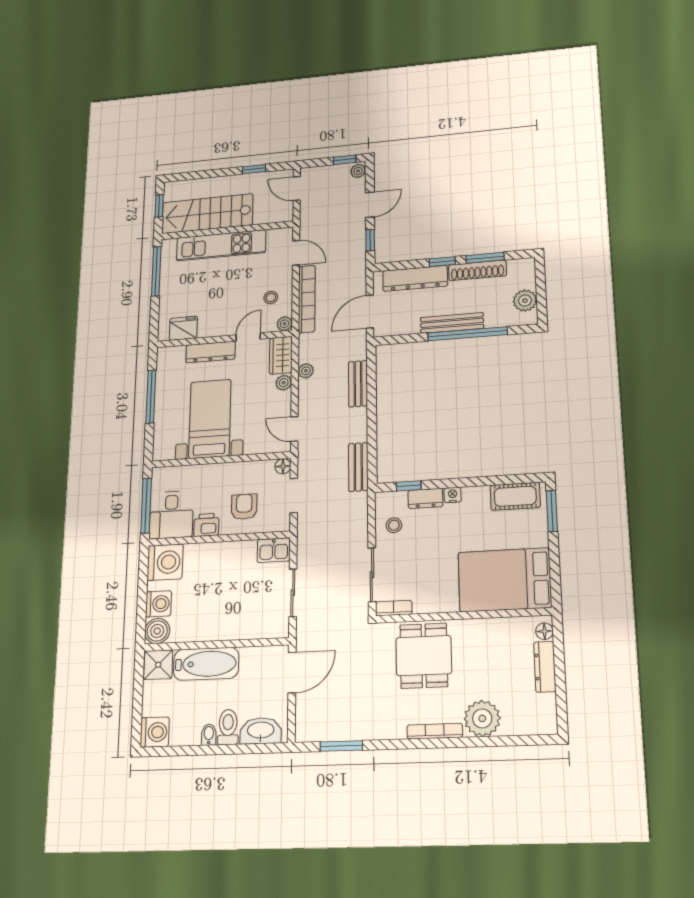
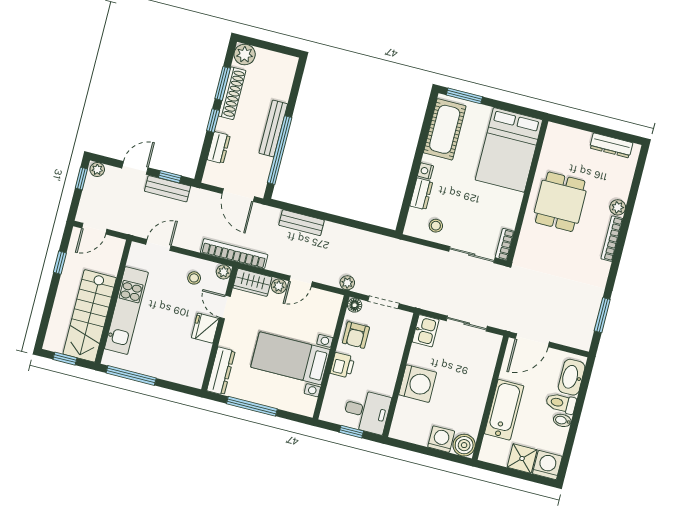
door: (370, 205) -> (135, 168), hinge flipped
dresser: (415, 278) -> (219, 148), width x0.51, depth x0.80
bookcase: (307, 299) -> (234, 254), moved
plant: (525, 301) -> (245, 55), moved
fridge: (183, 328) -> (205, 328), moved
window: (467, 334) -> (280, 150), moved
dresser: (211, 352) -> (221, 371), moved
plant: (306, 371) -> (347, 283), moved
door: (294, 429) -> (301, 281), moved
bench: (358, 467) -> (168, 189), moved
window: (409, 486) -> (406, 205), removed
cot: (515, 496) -> (445, 129), width x1.37, depth x1.34
window: (146, 506) -> (351, 432), width x0.46
armchair: (244, 507) -> (356, 335), moved, turned -90
printer: (206, 525) -> (342, 365), moved, turned 180
washing machine: (165, 562) -> (418, 384), moved, turned 90
floor lamp: (544, 631) -> (559, 131), removed
dining table: (424, 656) -> (560, 202), moved, turned 90
shower: (158, 665) -> (522, 458), moved
dresser: (545, 667) -> (611, 145), moved
door: (292, 673) -> (532, 340), swing flipped
plant: (482, 718) -> (618, 207), width x0.53, depth x0.53

